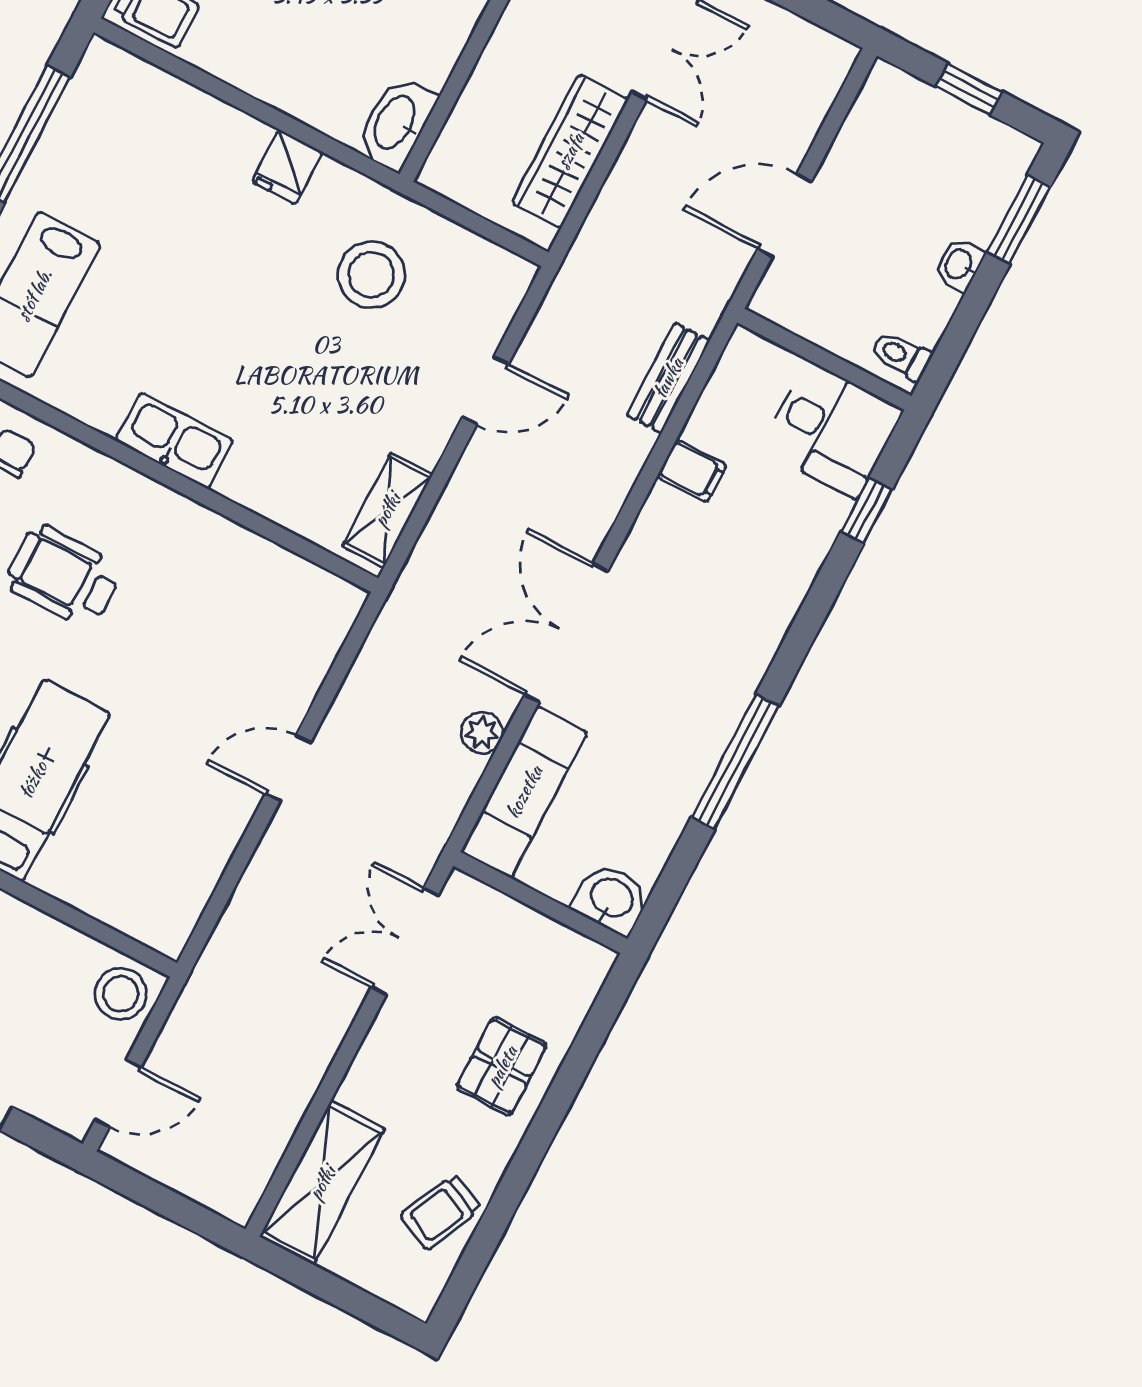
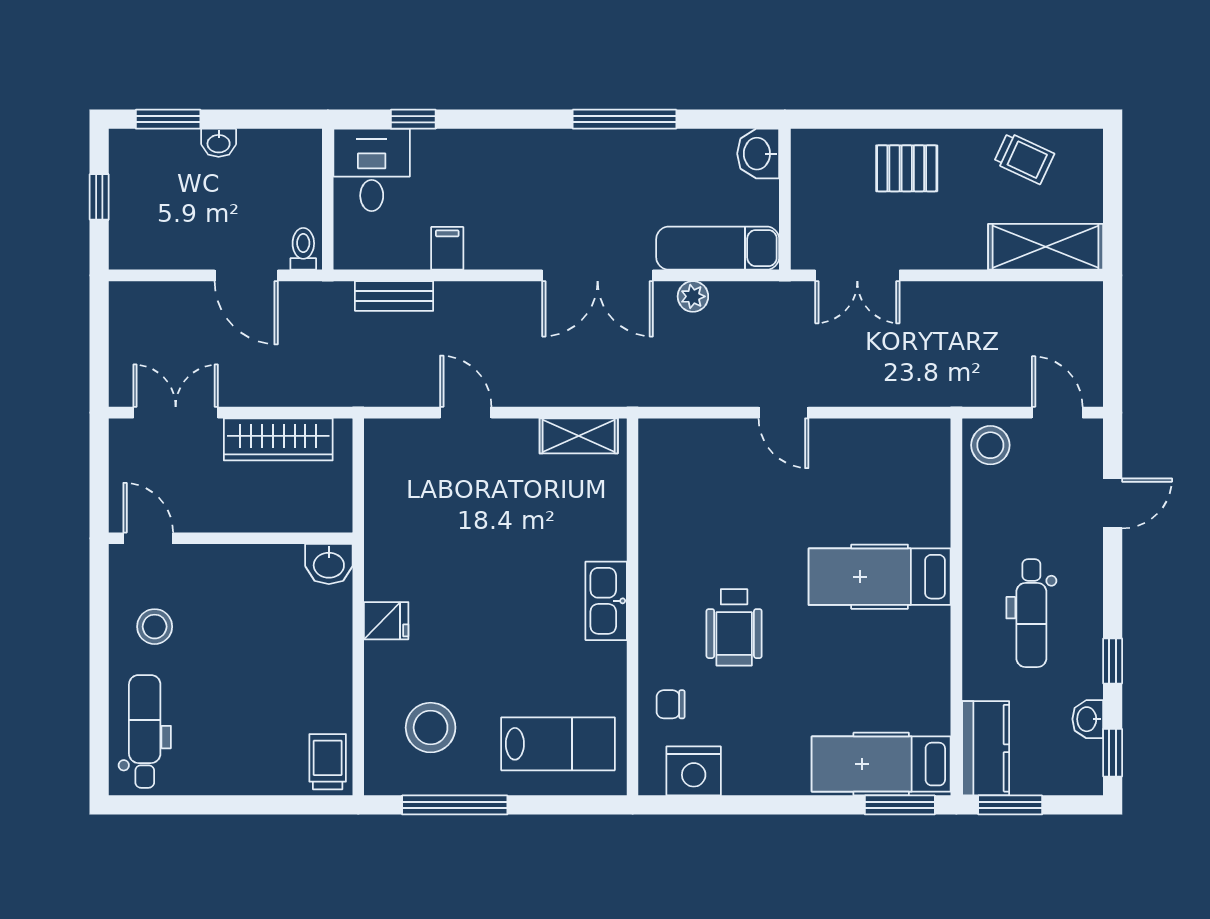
washbasin: (396, 123) -> (329, 564), width x0.72
stool: (371, 275) -> (431, 728), moved
toilet: (901, 356) -> (303, 249), moved, turned 180

